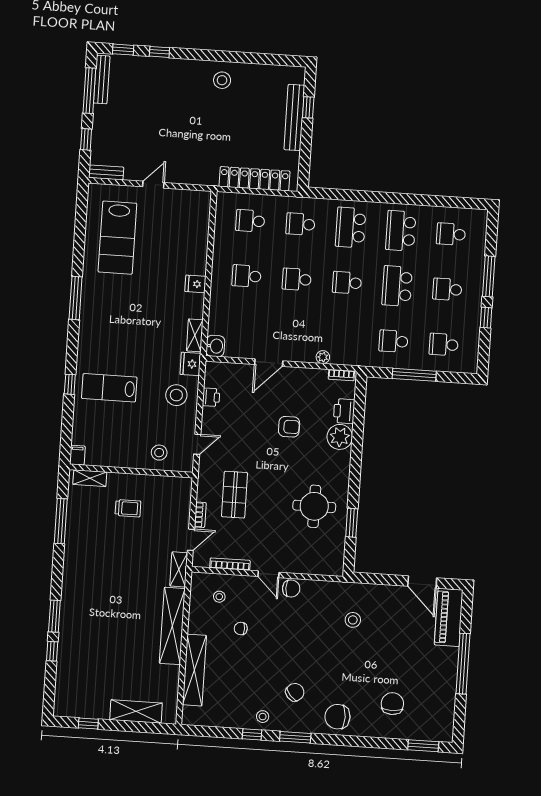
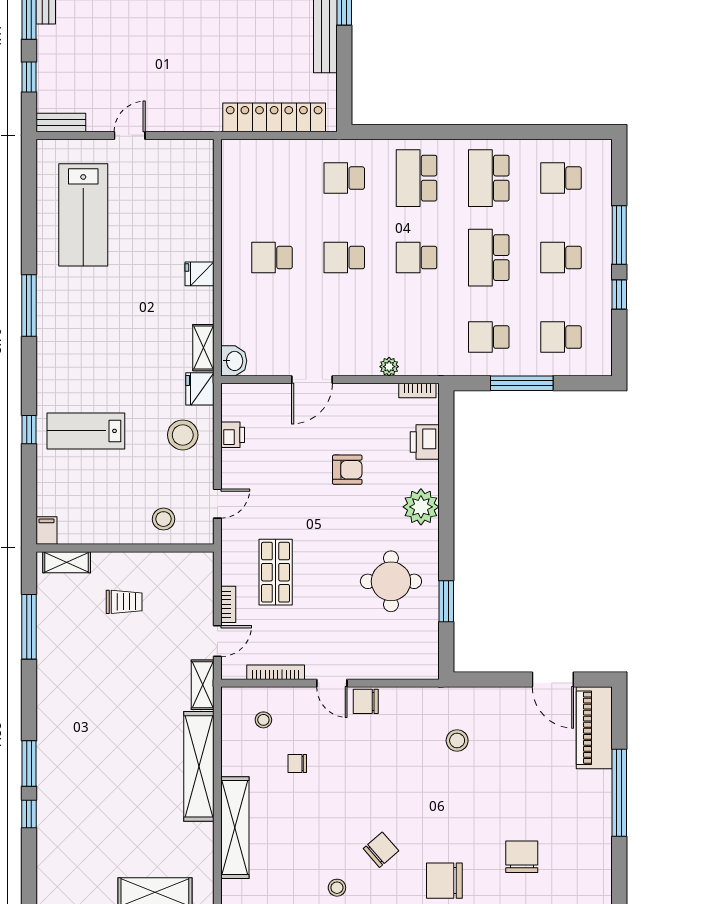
school desk: (250, 221) -> (272, 178), removed
plant: (340, 437) -> (421, 507), moved
chair: (291, 589) -> (366, 701), turned 180

